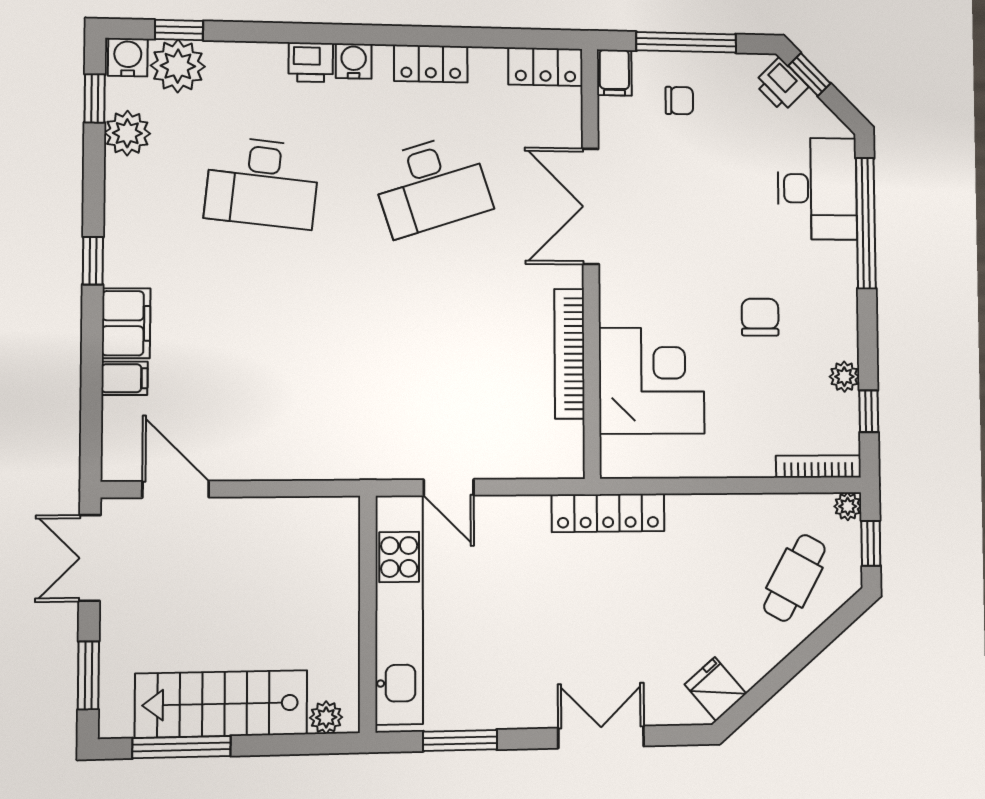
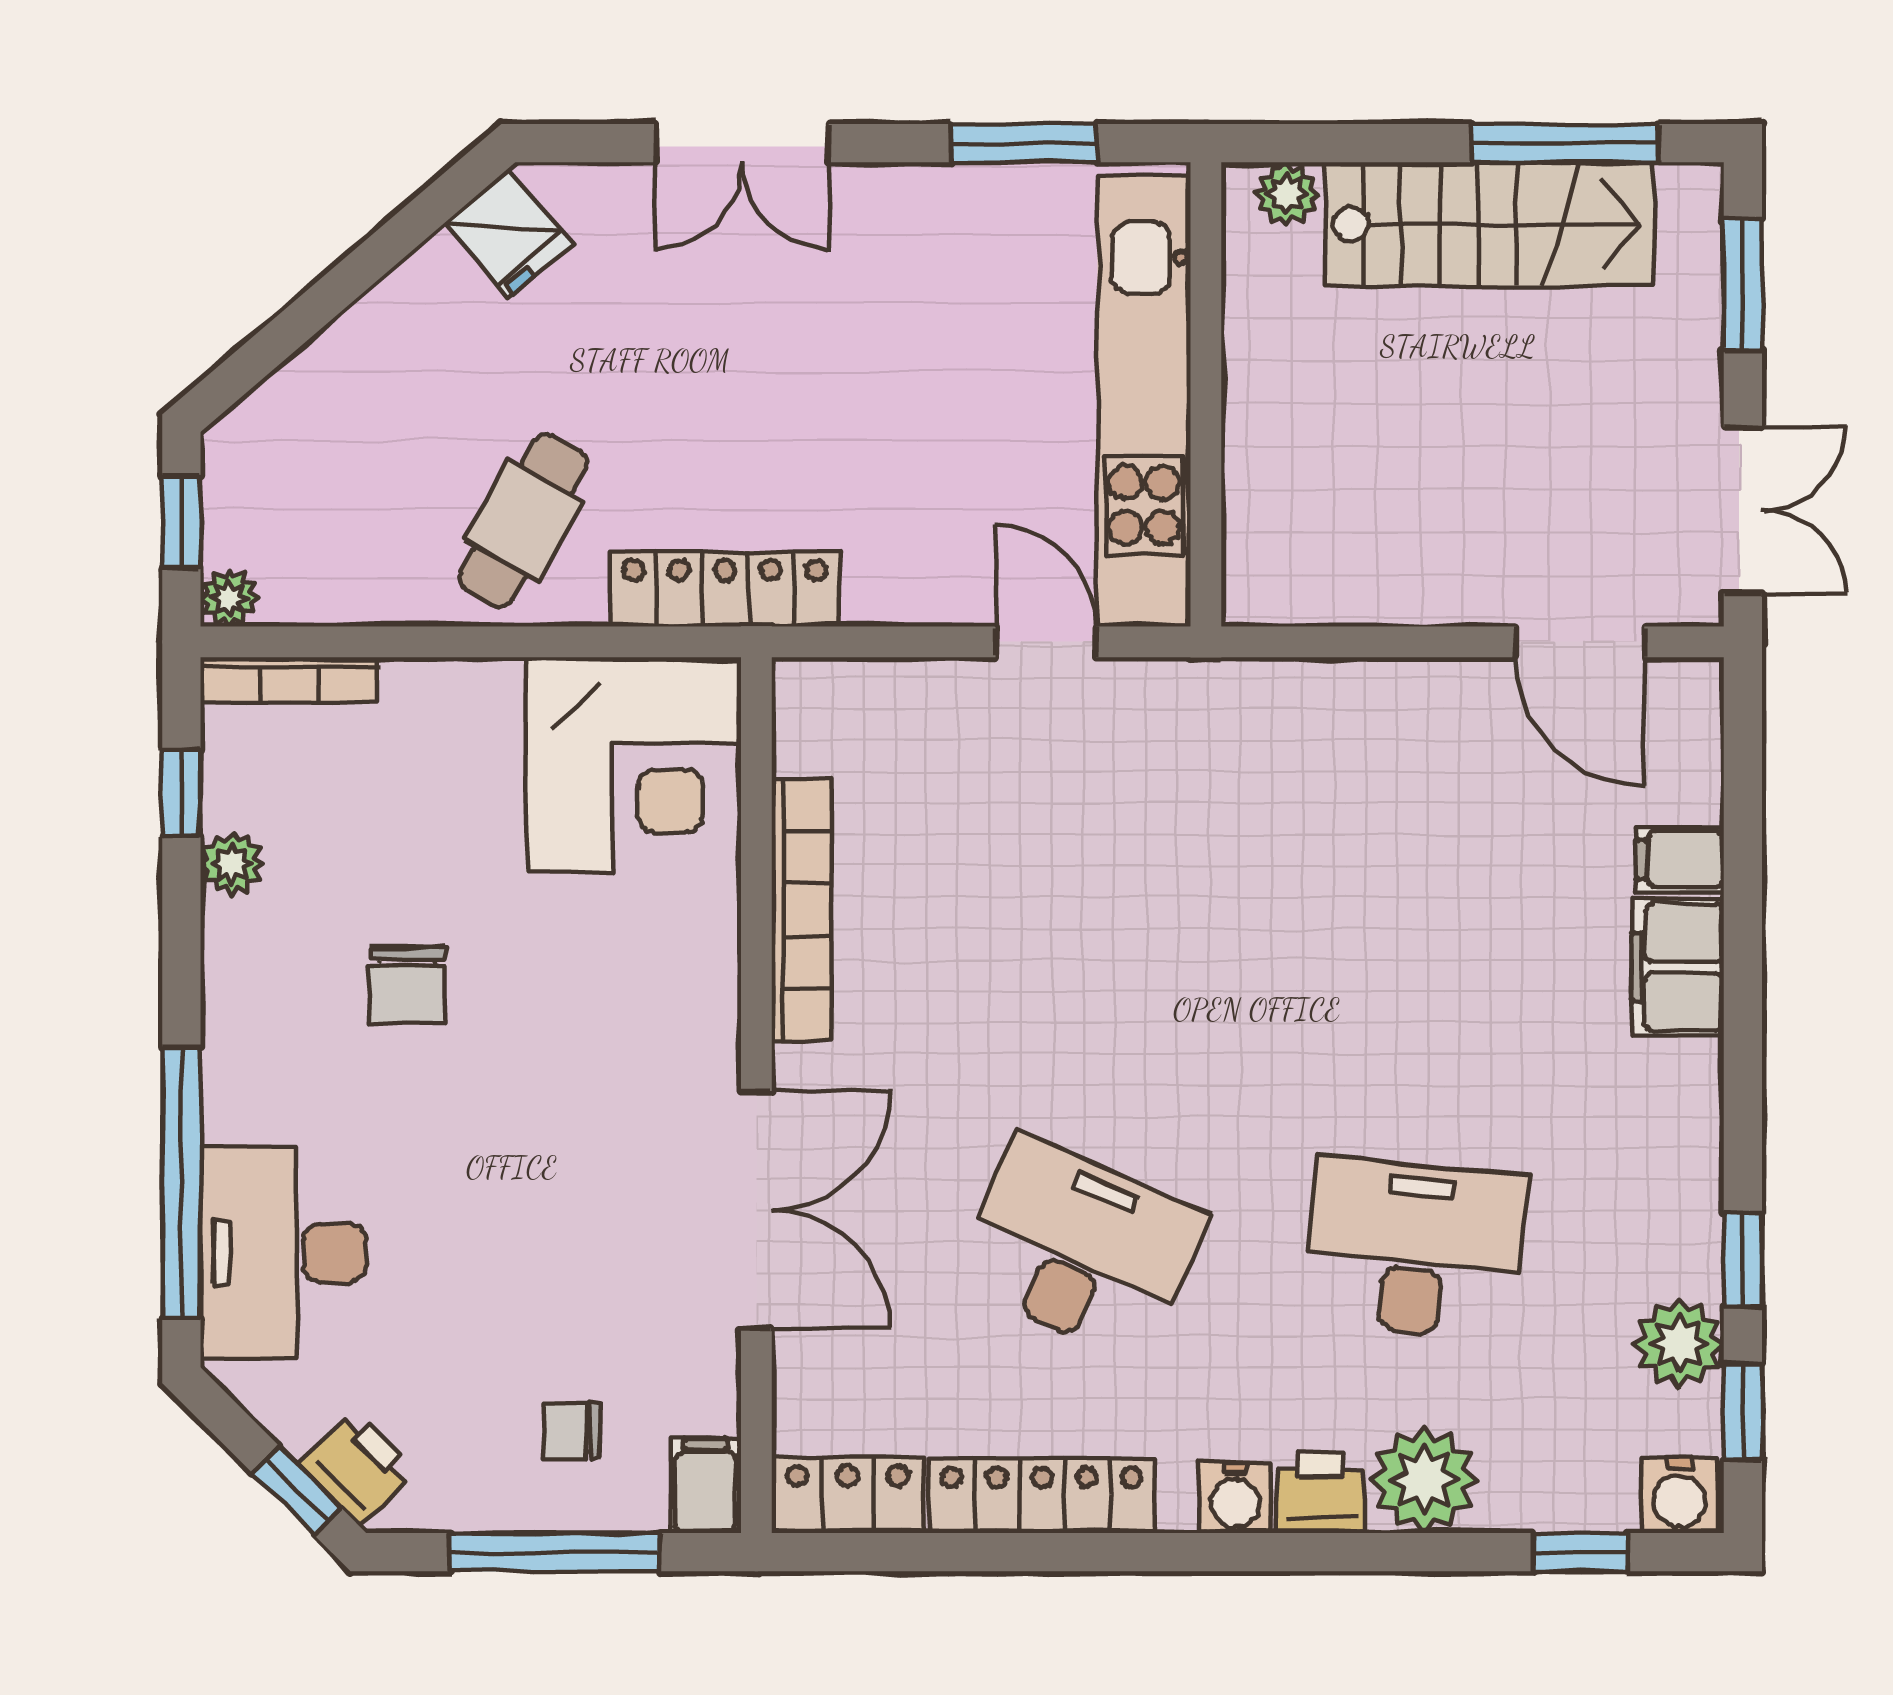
locker: (431, 64) -> (1042, 1496), width x1.53
plant: (178, 66) -> (1424, 1480), moved
desk: (431, 185) -> (1080, 1249), turned 42
window: (93, 261) -> (1743, 1260), moved
corner desk: (652, 381) -> (634, 765), moved, turned -90
cafe table: (795, 578) -> (523, 520), moved

